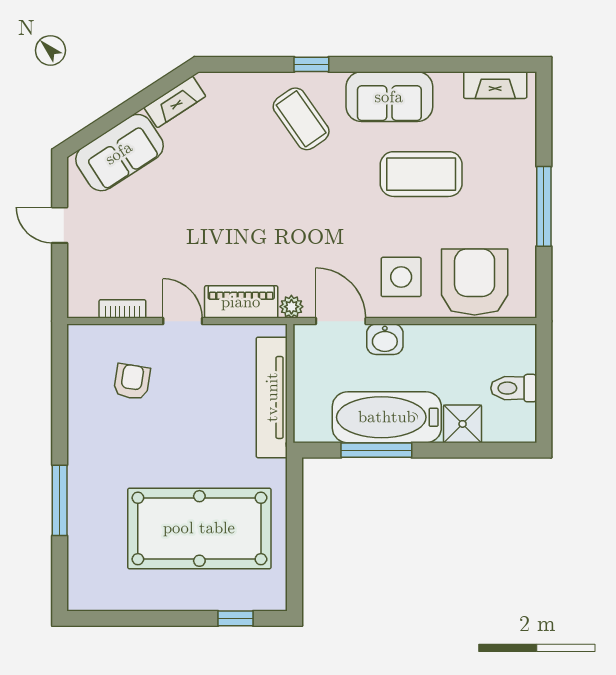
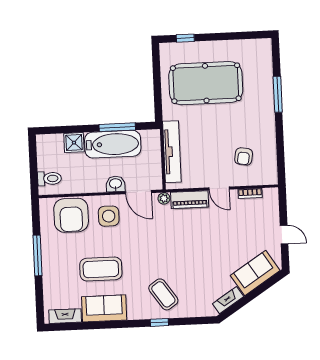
sofa: (389, 97) -> (104, 308), moved
toilet: (514, 388) -> (49, 179), moved

